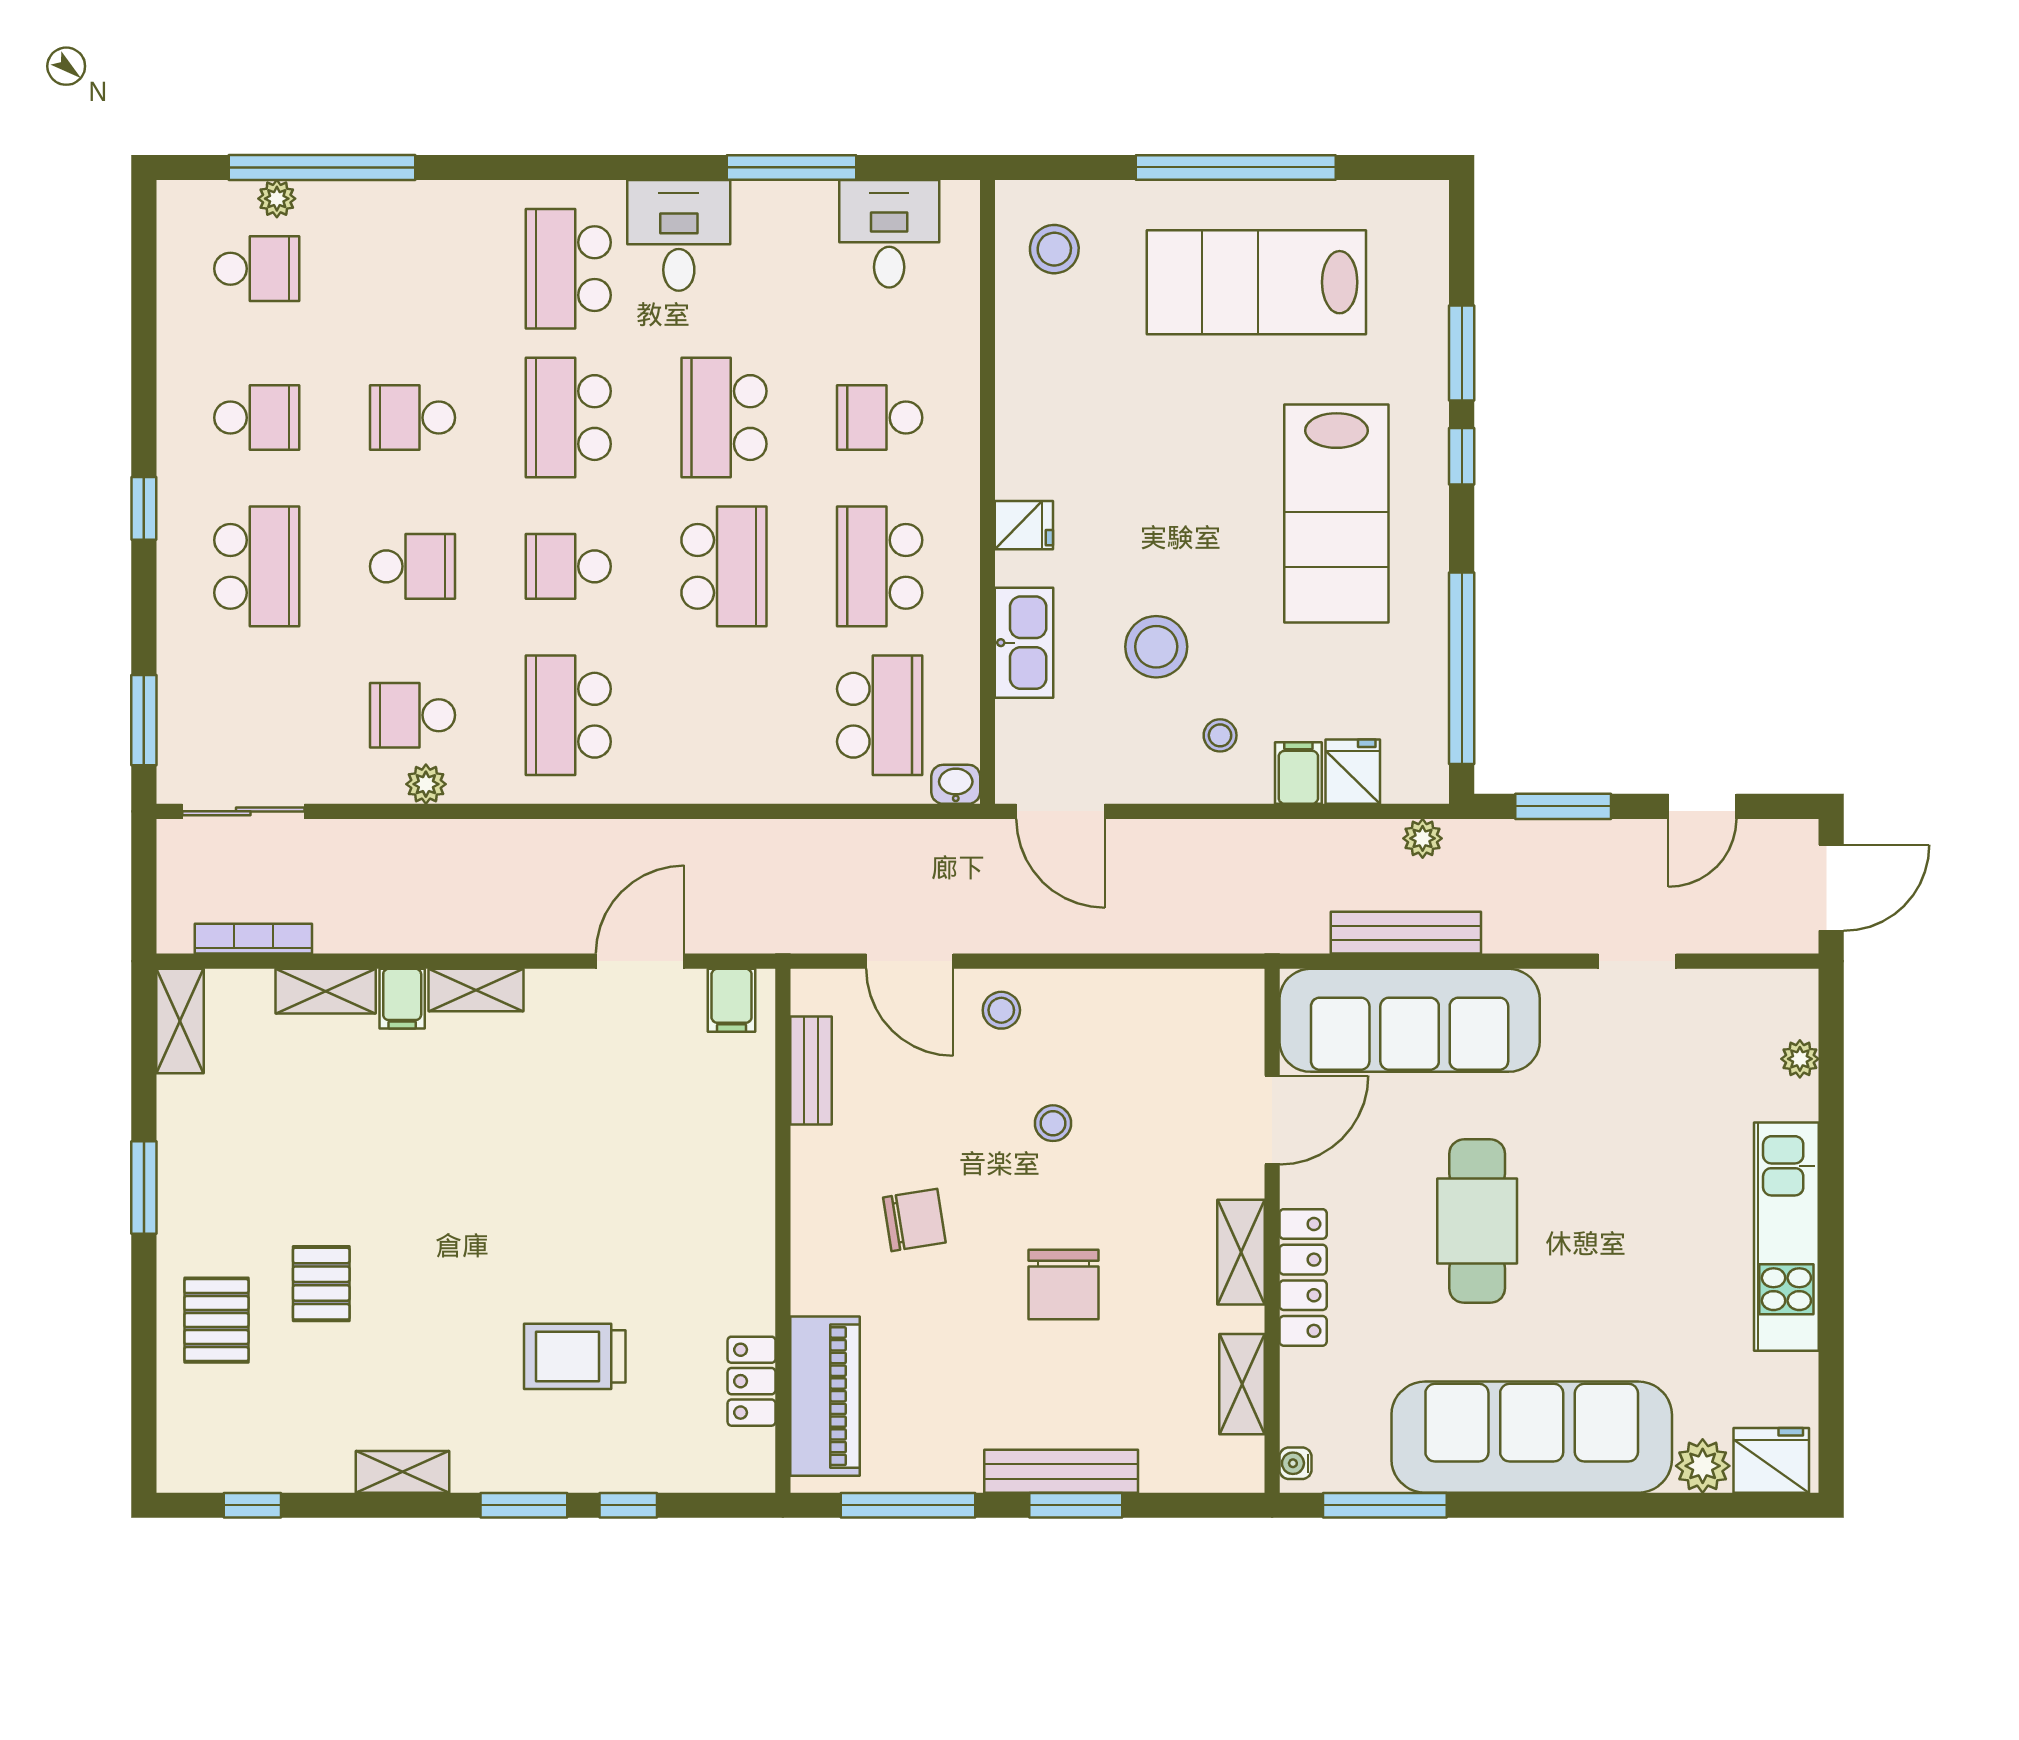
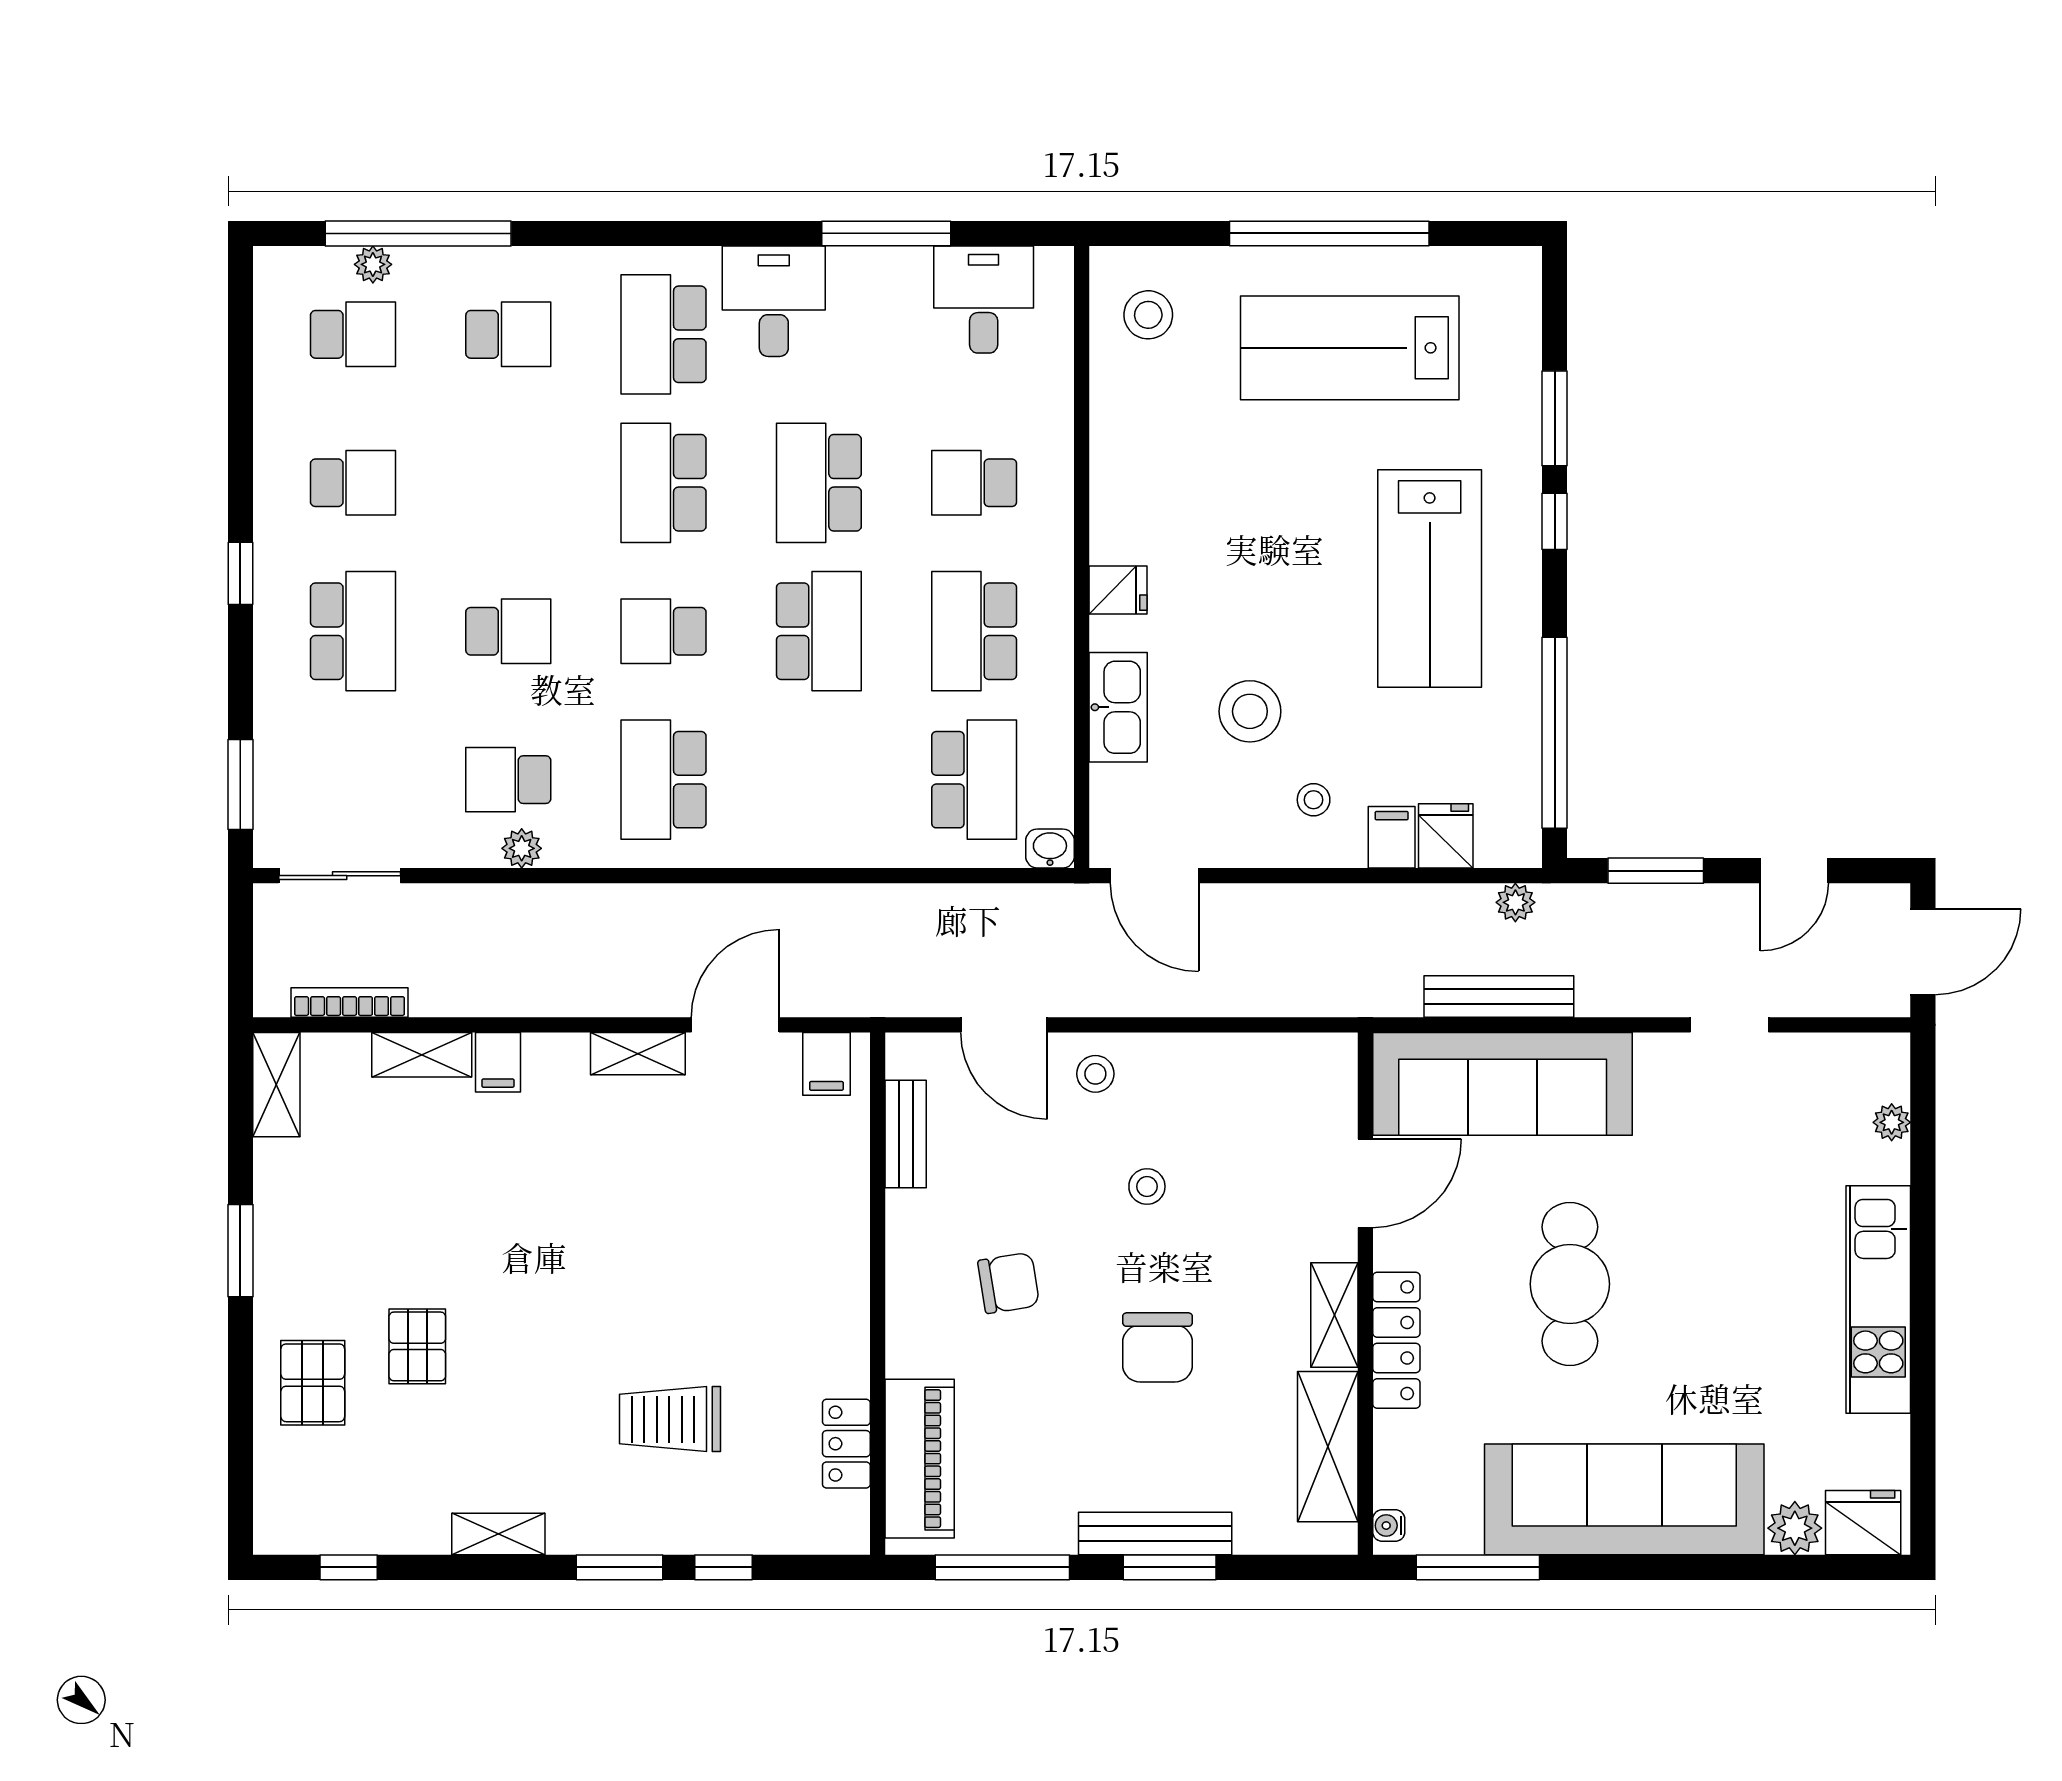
school desk: (412, 418) -> (508, 334), moved, turned 180
shelving: (476, 990) -> (638, 1054), moved
shelving: (1242, 1384) -> (1328, 1447), width x1.50, depth x1.33

